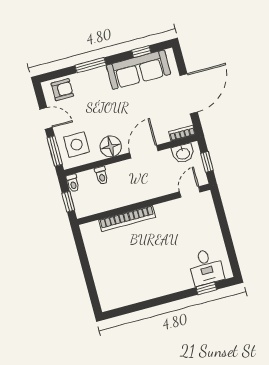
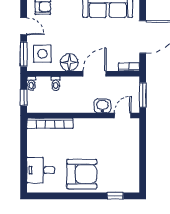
washbasin: (183, 153) -> (102, 106), moved, turned 180
window: (207, 162) -> (143, 95), width x1.50
bookcase: (127, 219) -> (50, 123), moved
desk: (206, 267) -> (41, 170), moved, turned 90
armchair: (161, 273) -> (82, 174), added

